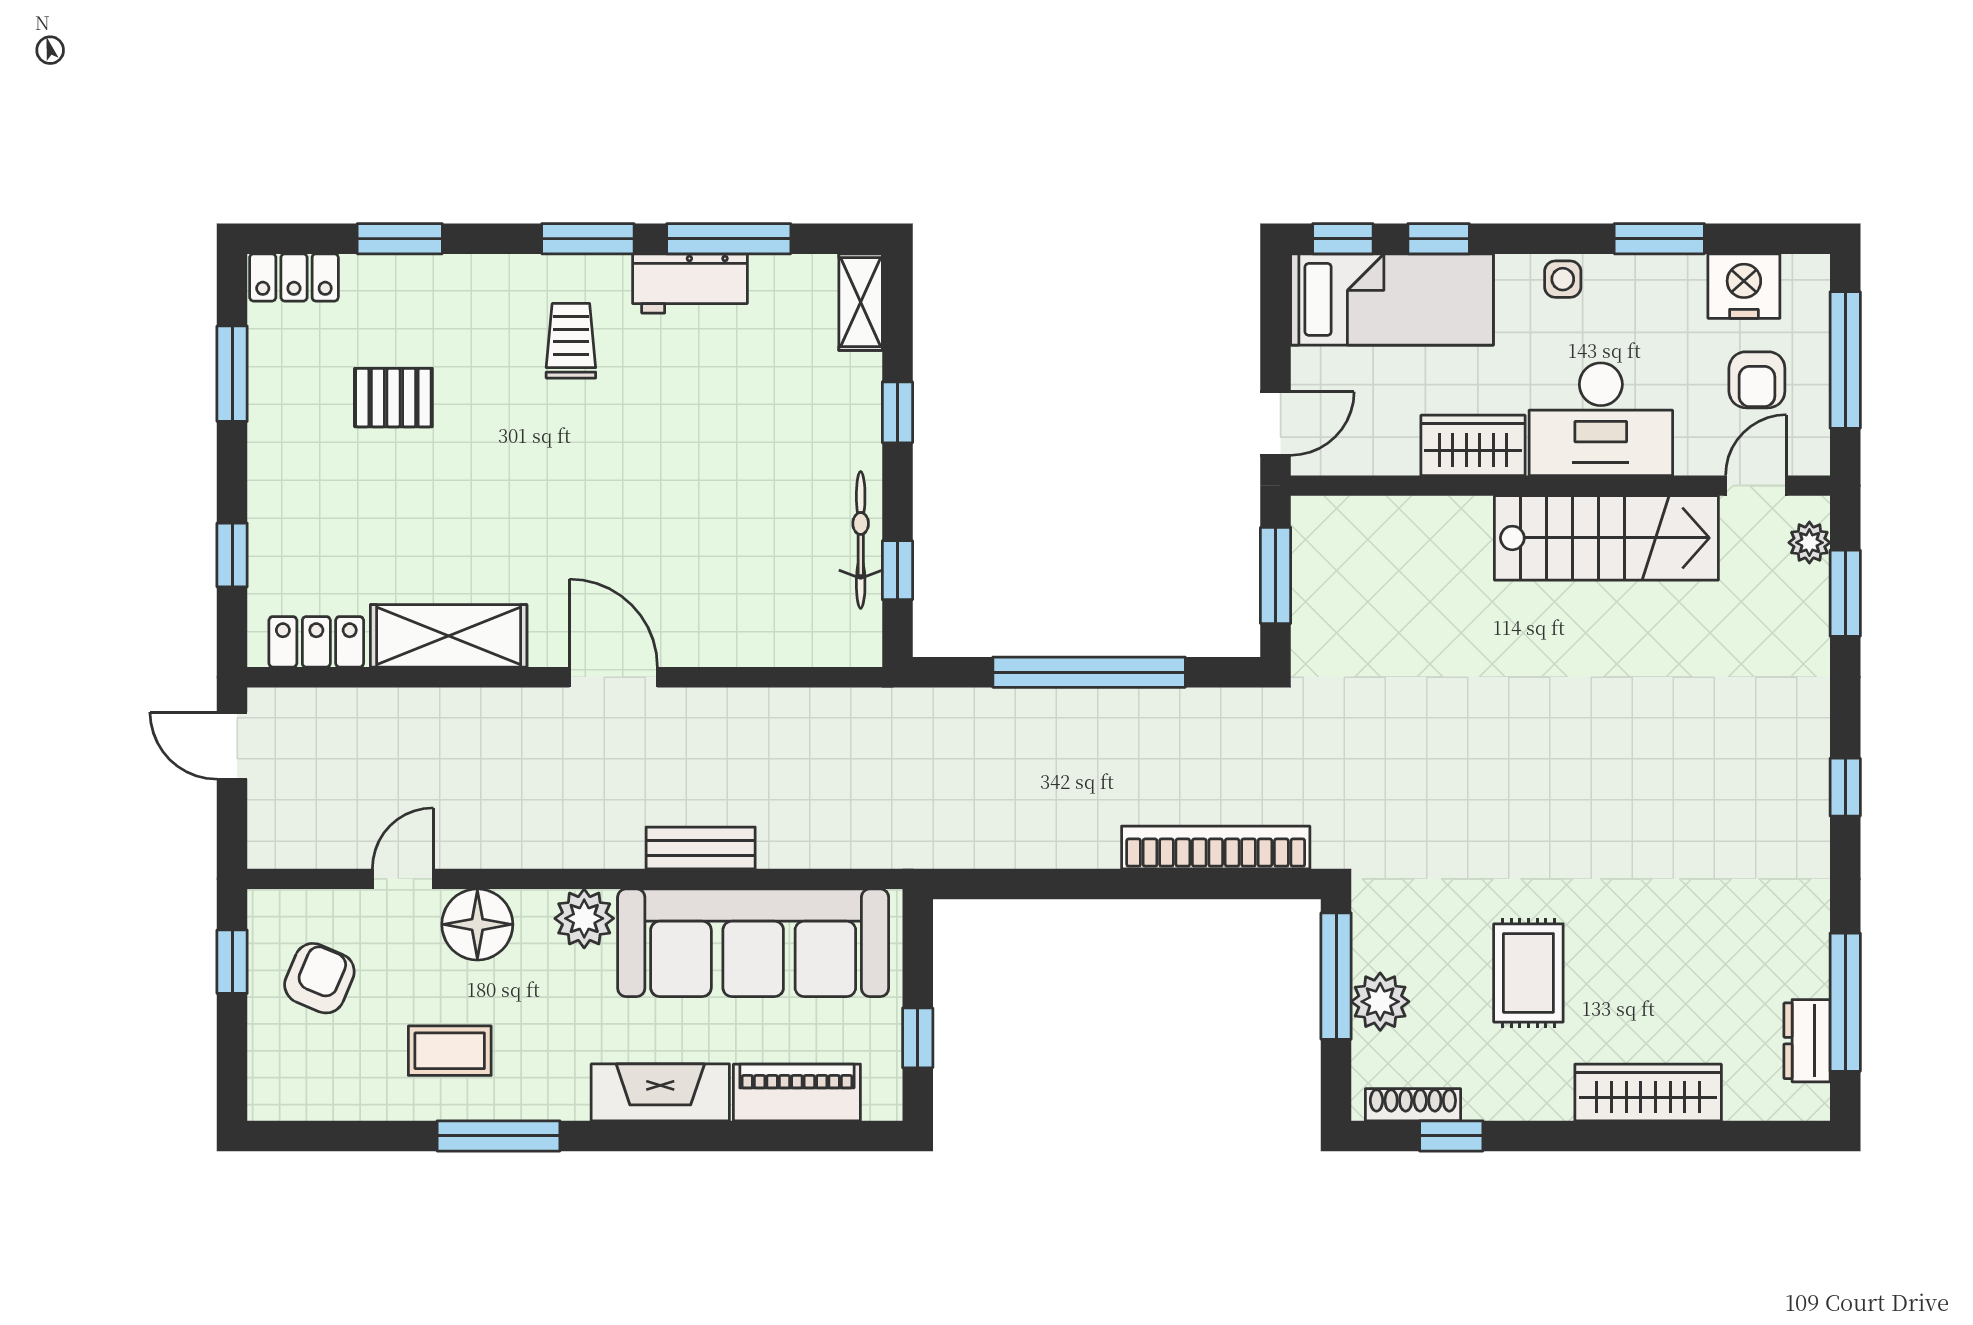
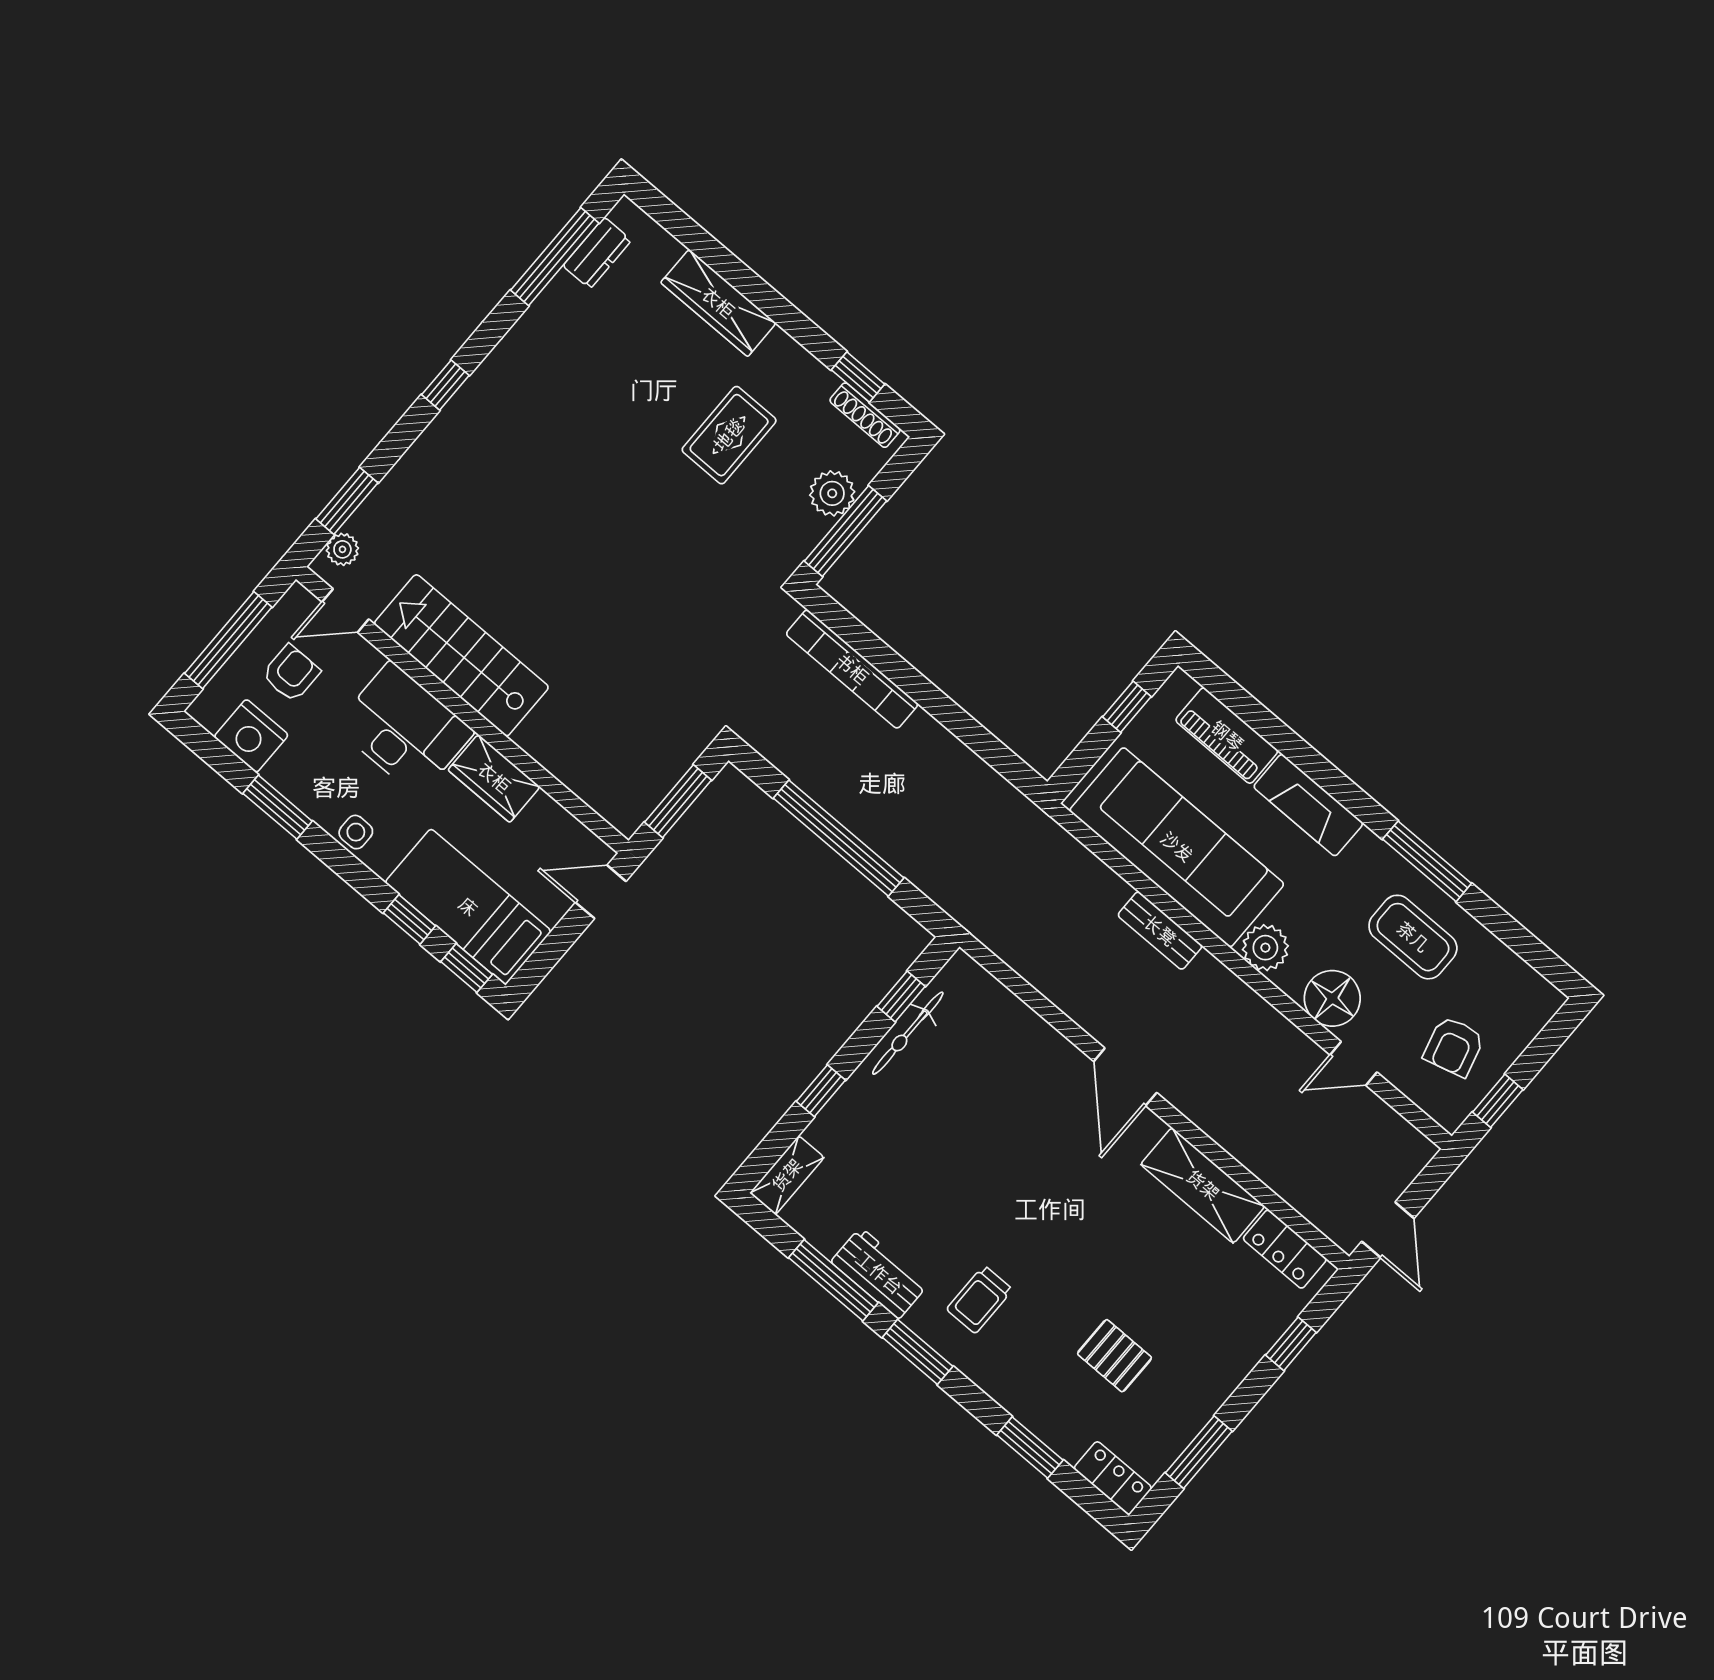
armchair: (319, 978) -> (1454, 1047), turned -38
coffee table: (450, 1051) -> (1413, 937), width x1.36, depth x1.30

